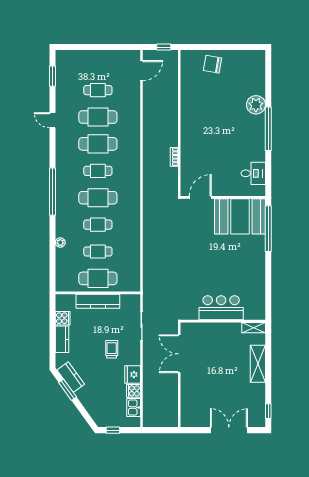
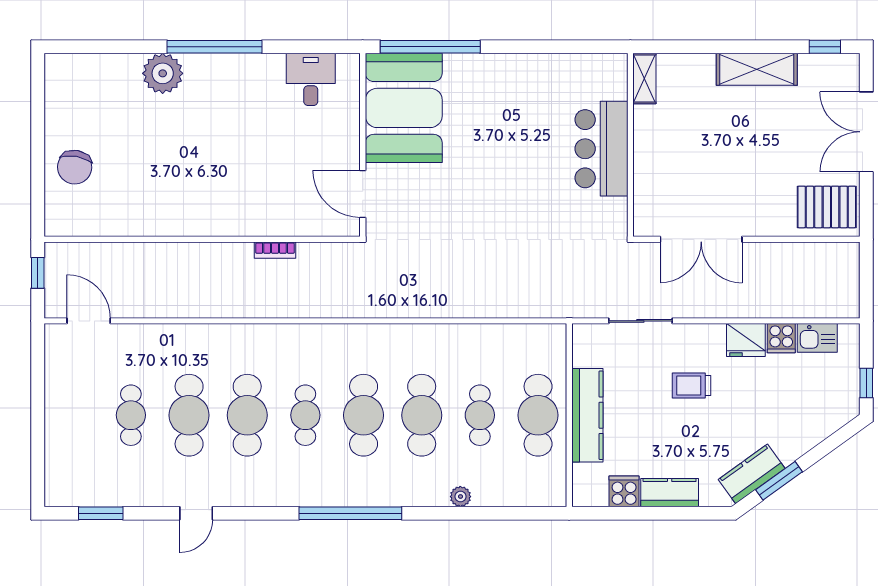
cafe table: (98, 225) -> (422, 415), width x1.37, depth x1.35
shelving: (258, 364) -> (757, 69), moved
pallet: (194, 412) -> (827, 207), added

